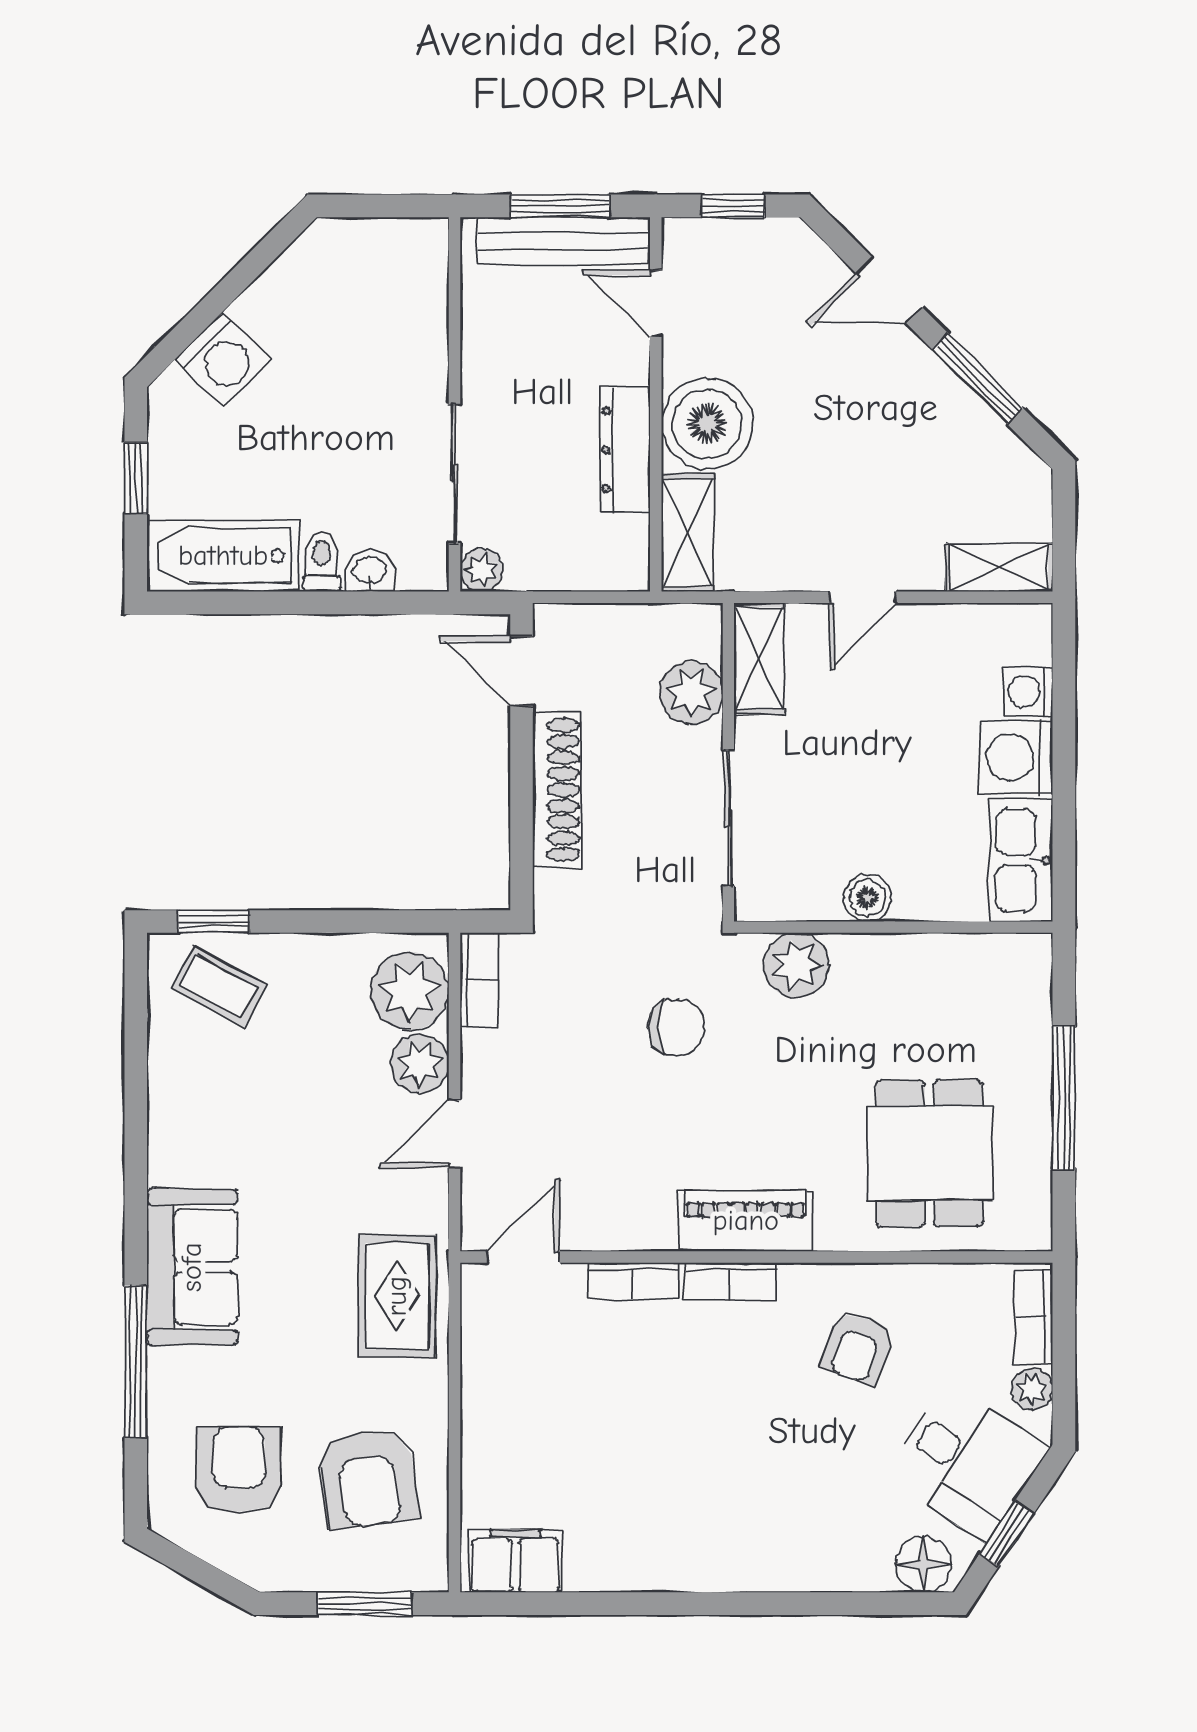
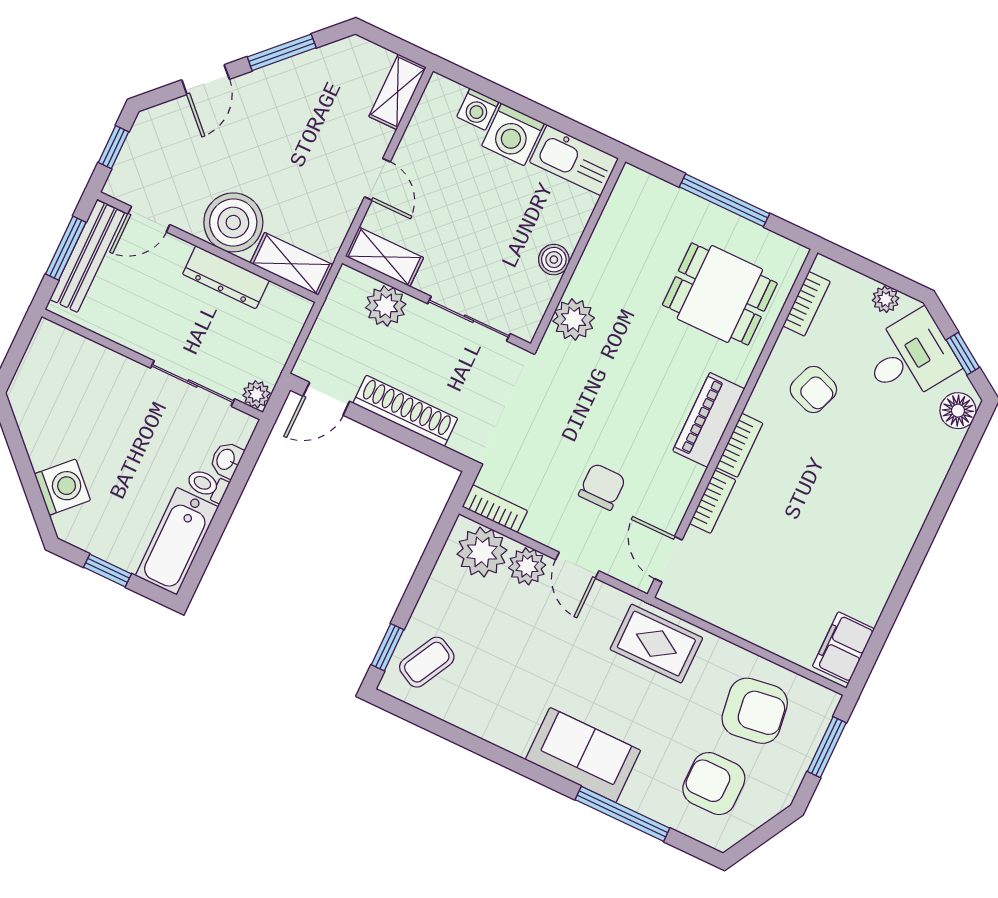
chair: (676, 1027) -> (602, 487), moved
bookcase: (1034, 1317) -> (807, 304), moved, turned -90

